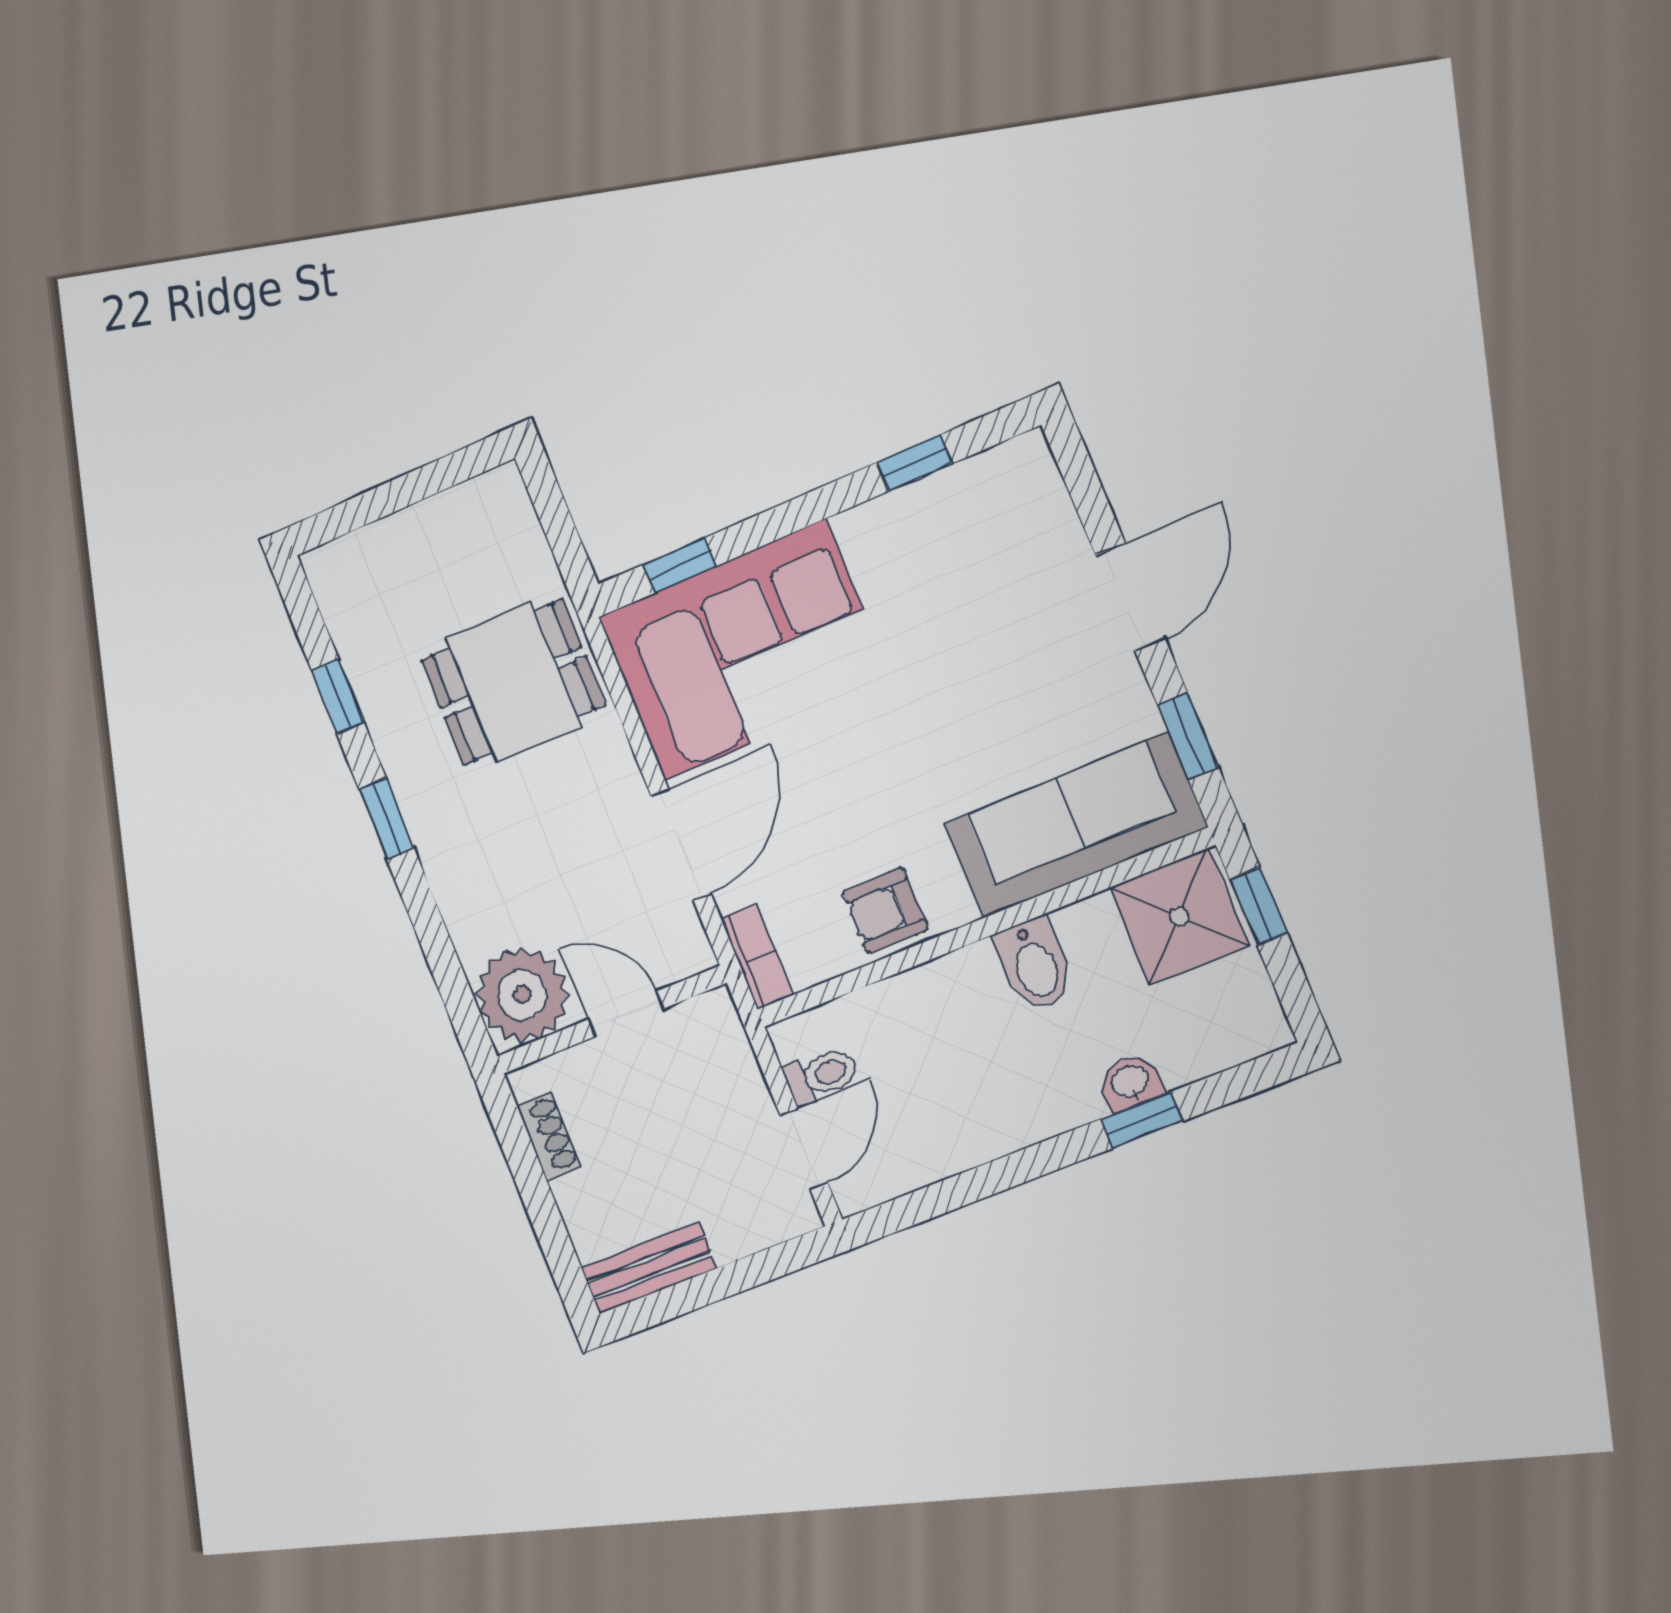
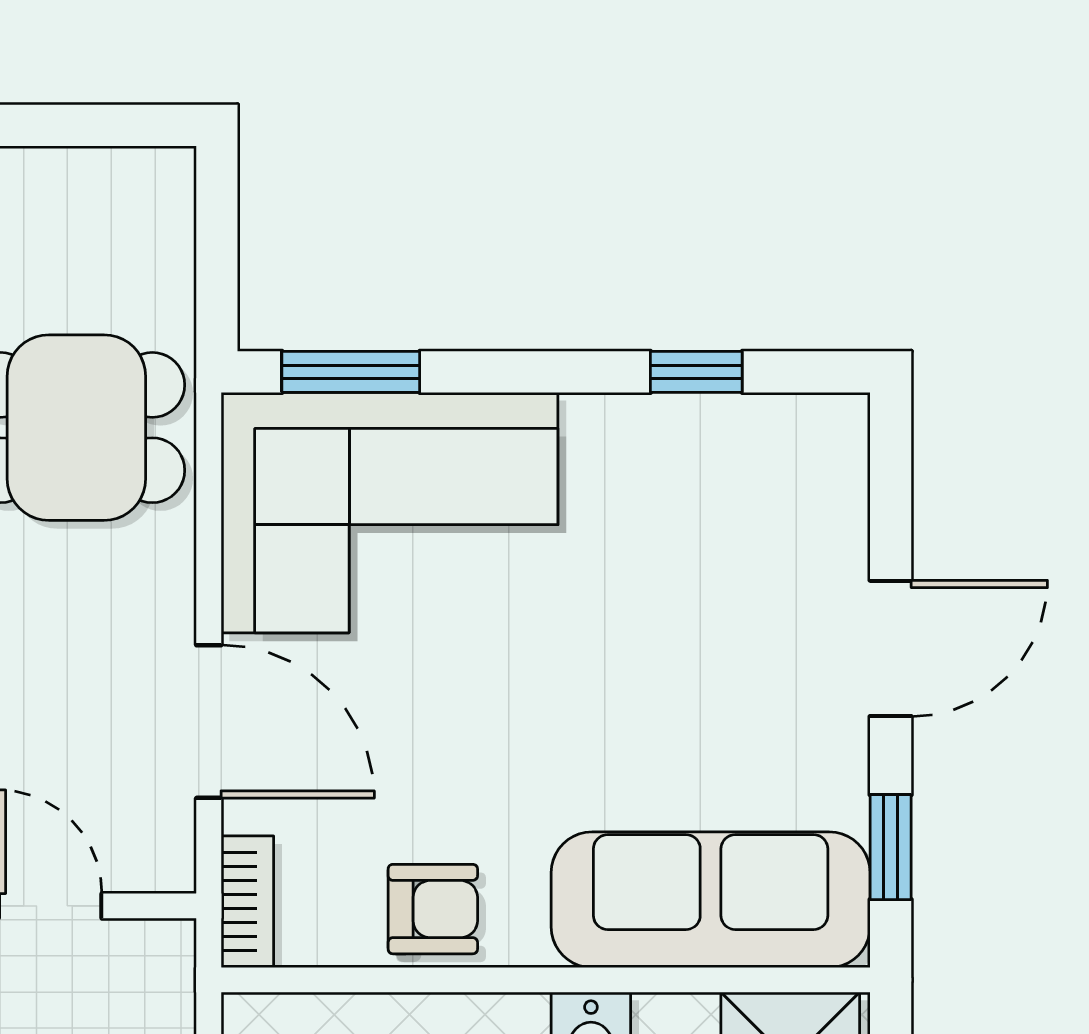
window: (679, 565) -> (351, 372), width x1.50
door: (681, 844) -> (209, 722), hinge flipped
armchair: (885, 911) -> (433, 909), turned 180

